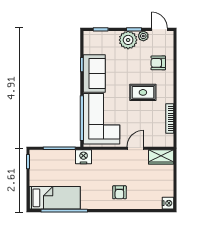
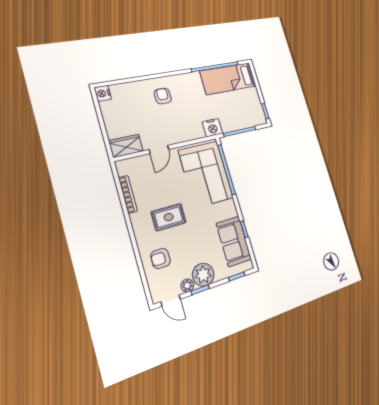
armchair: (158, 63) -> (161, 258), turned 180
sofa: (94, 73) -> (234, 241), moved

